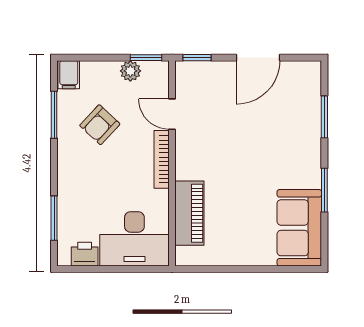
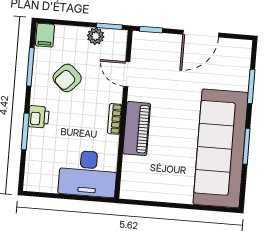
bookcase: (162, 159) -> (115, 119), width x0.64
piano: (189, 213) -> (137, 129), moved
window: (54, 218) -> (25, 131), moved
sofa: (299, 228) -> (221, 148), width x1.85, depth x1.27
printer: (85, 254) -> (39, 117), moved, turned 90

